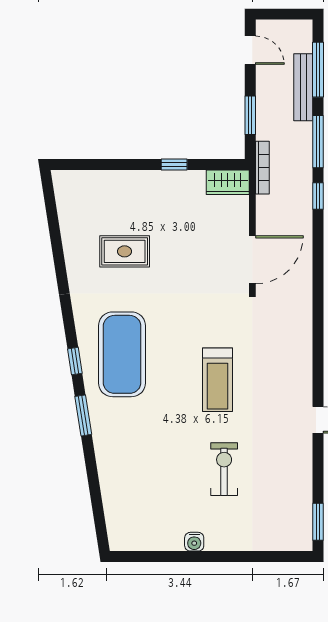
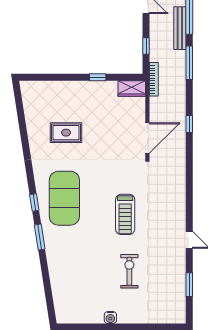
window: (250, 115) -> (146, 46), width x0.67
window: (318, 196) -> (189, 124), moved
window: (318, 522) -> (189, 285), moved

